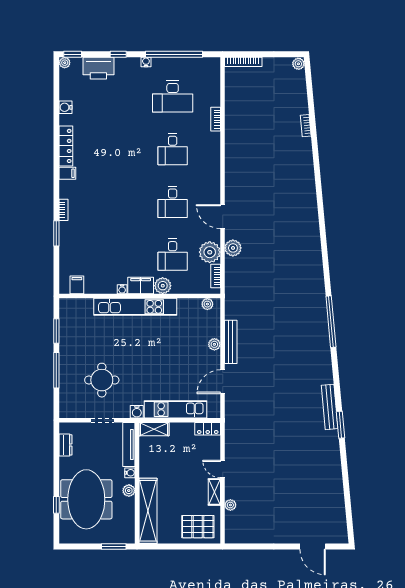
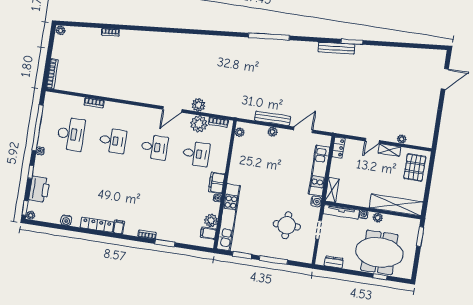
plant: (163, 286) -> (211, 221), moved
kitchen unit: (135, 307) -> (229, 217), moved
door: (223, 382) -> (303, 130), swing flipped

